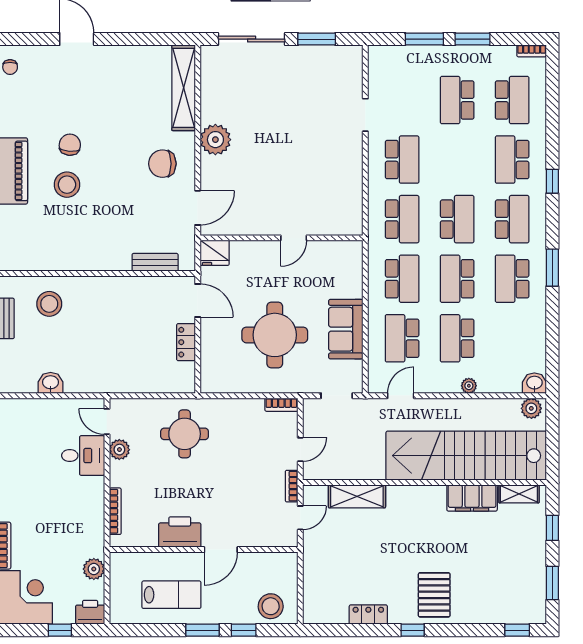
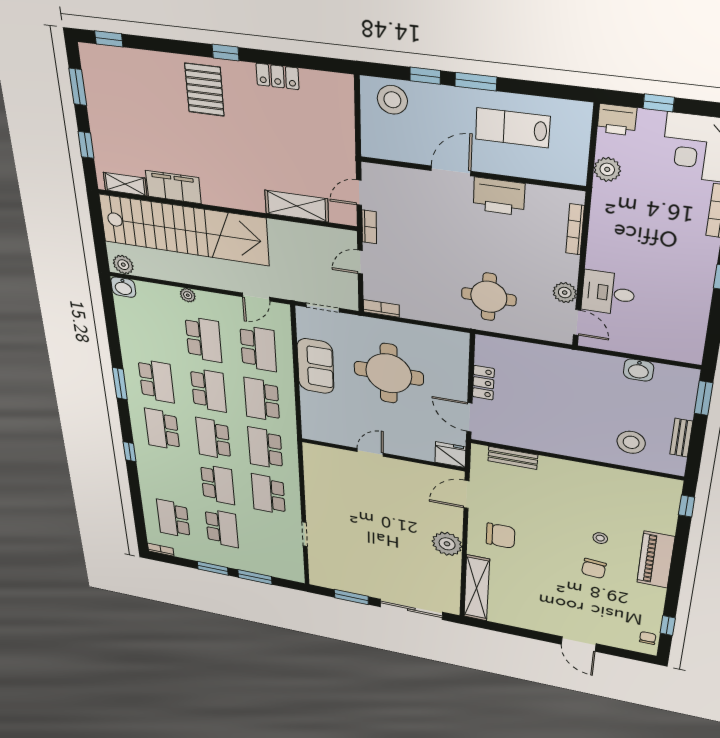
school desk: (512, 160) -> (218, 485), moved
stool: (67, 185) -> (600, 538), width x0.53, depth x0.53

